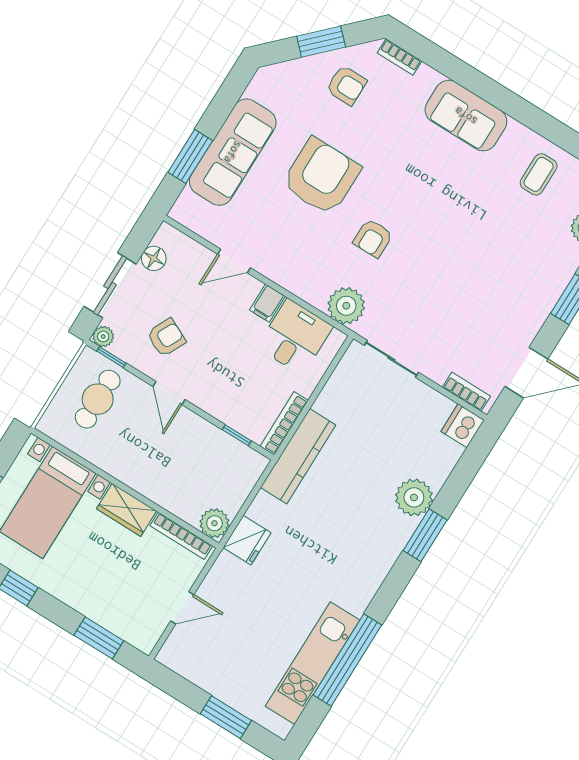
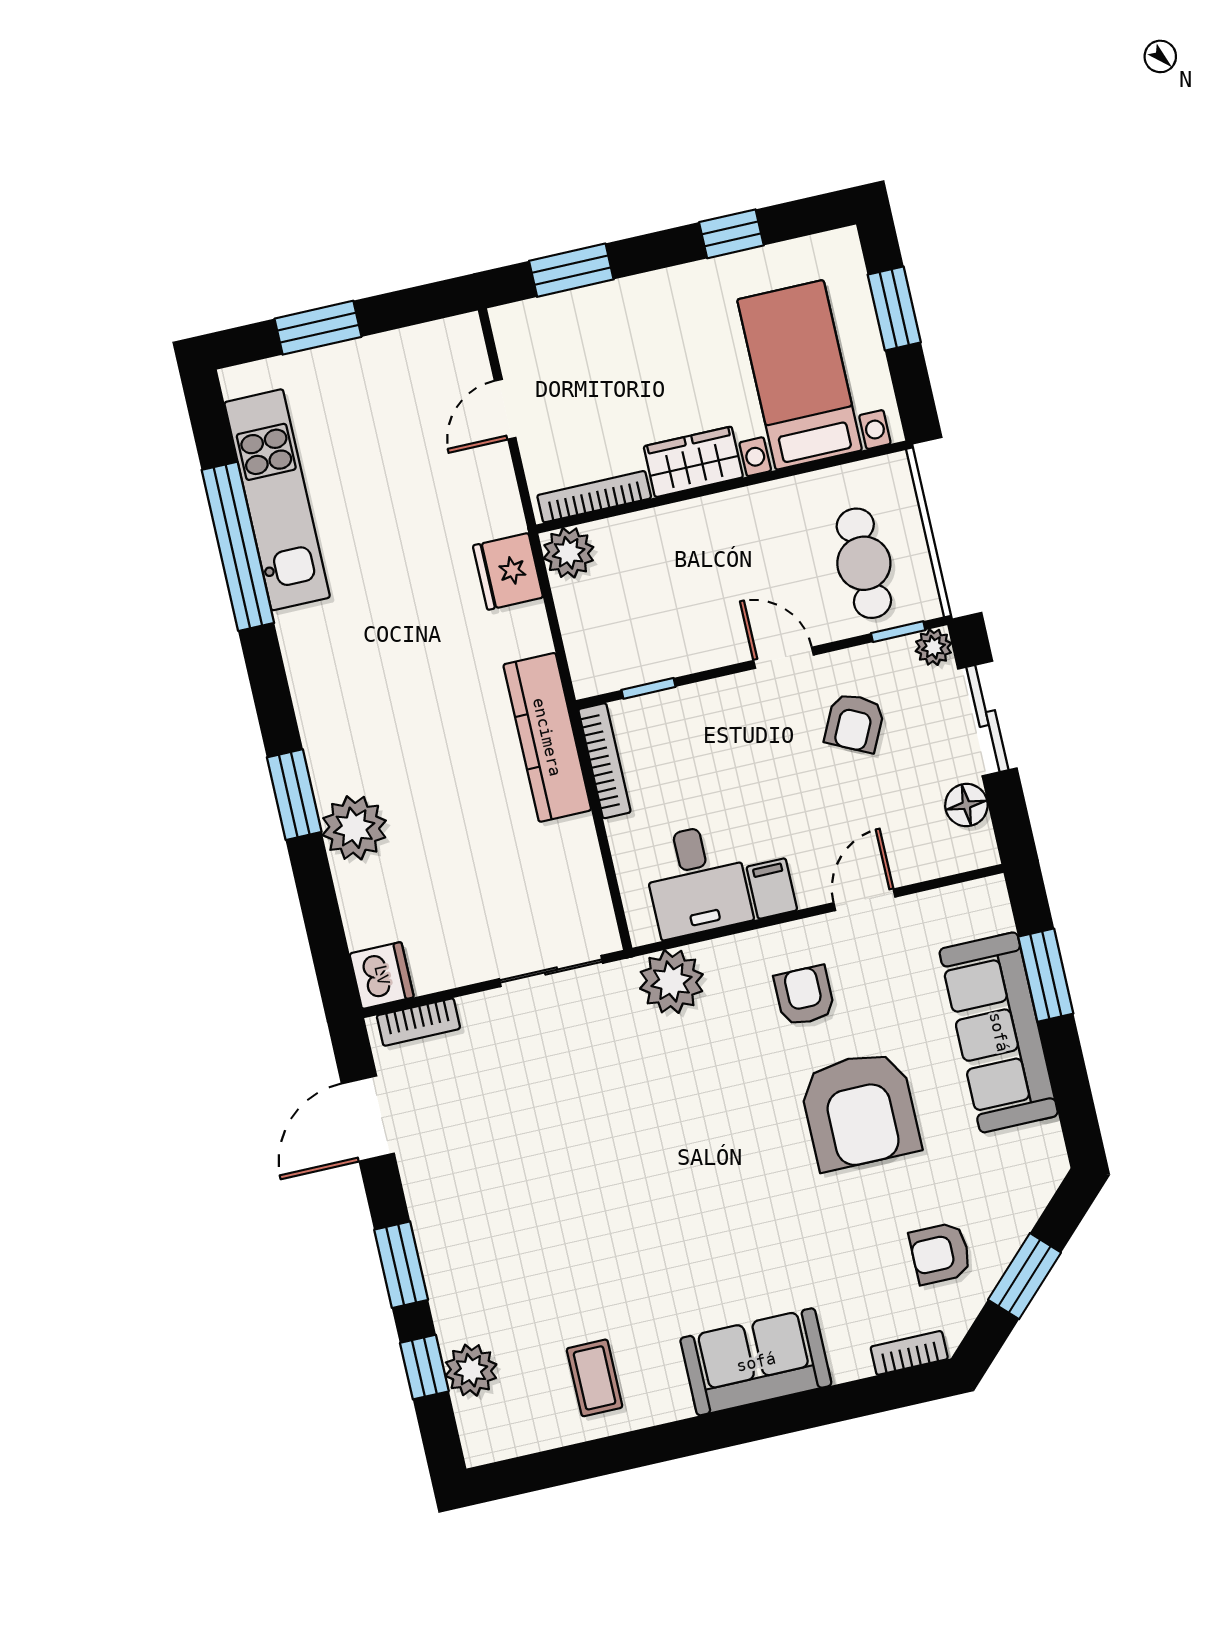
armchair: (373, 238) -> (804, 996), moved

